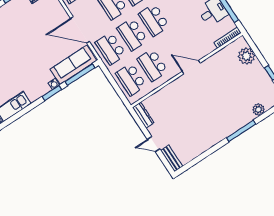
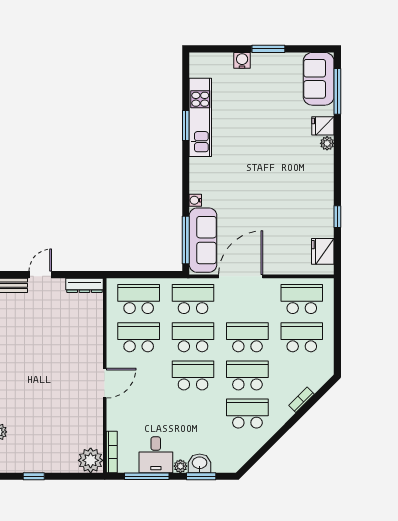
plant: (246, 56) -> (91, 460), moved
window: (52, 93) -> (186, 125), moved

